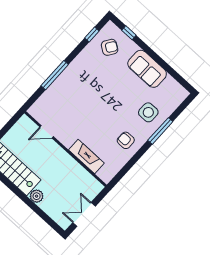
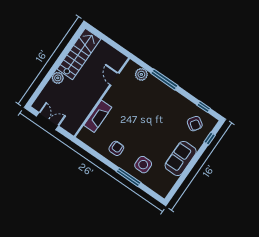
plant: (45, 101) -> (141, 74), added

